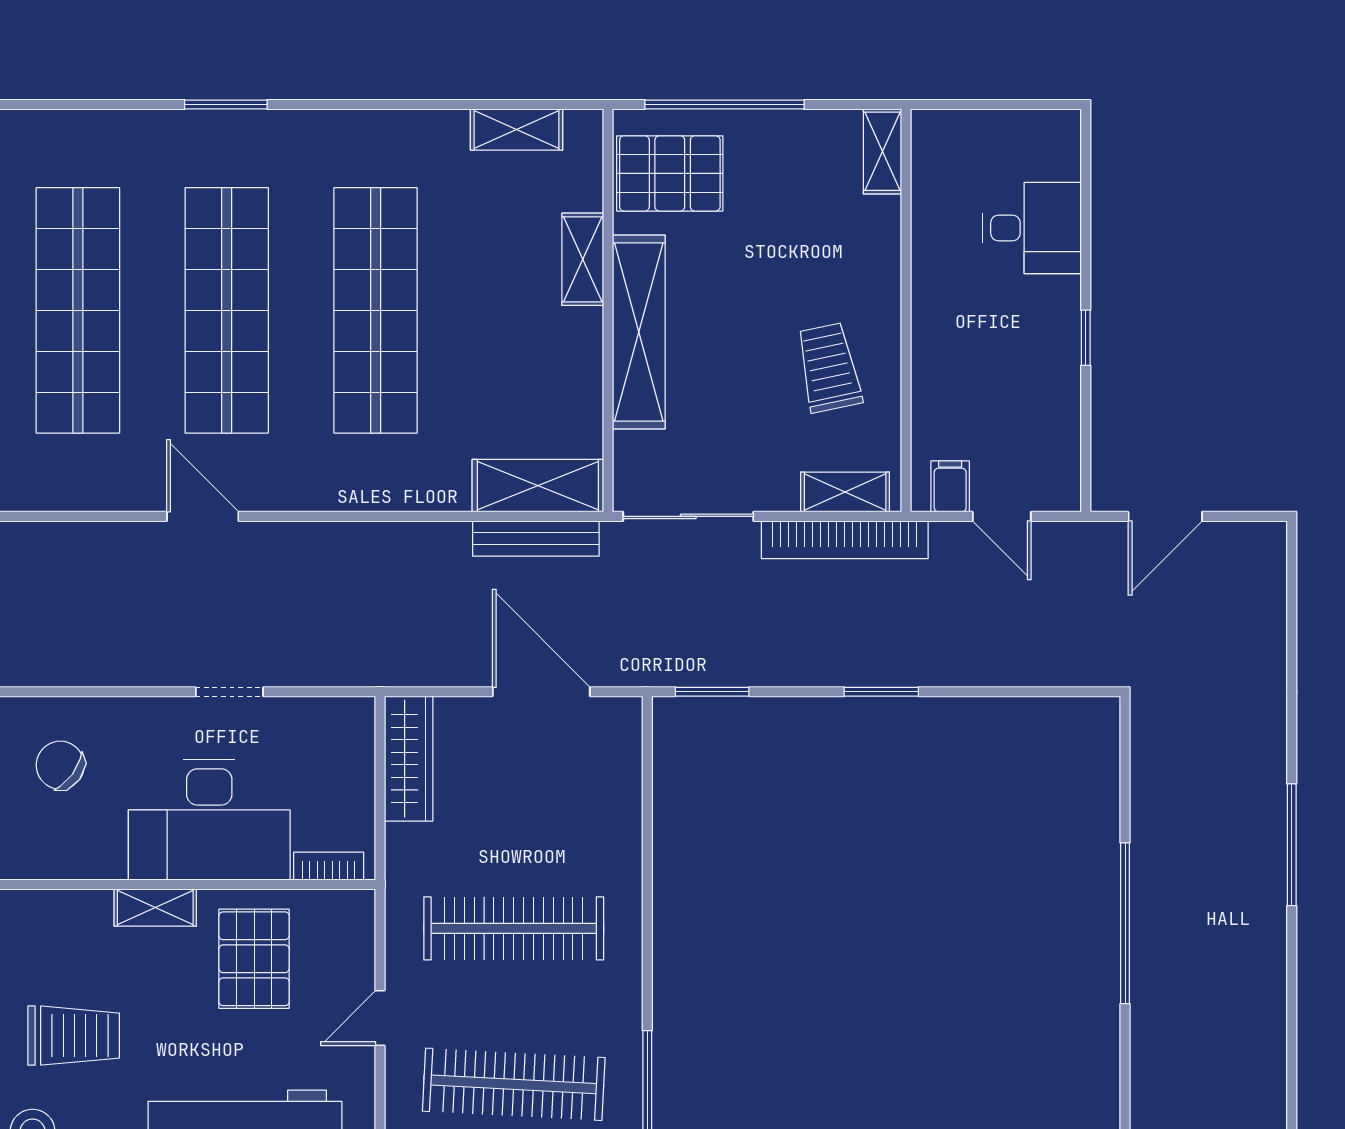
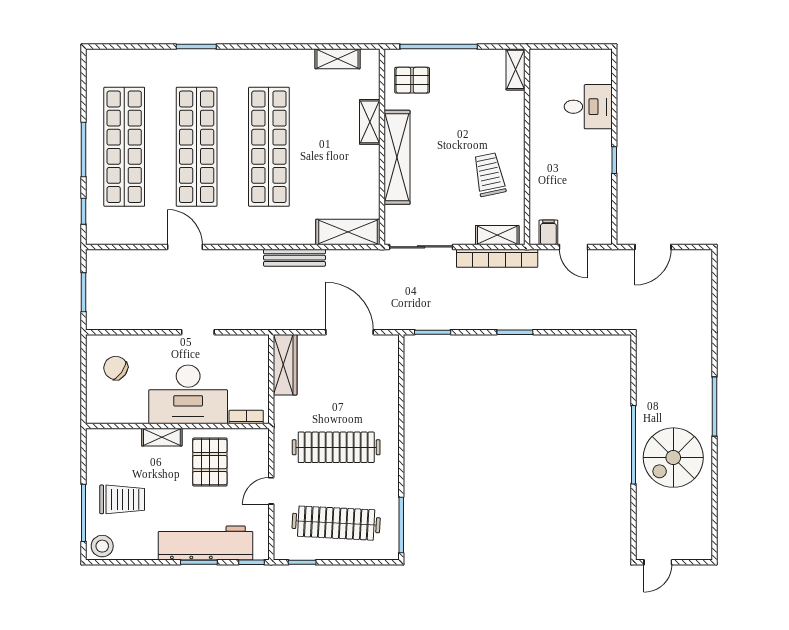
pallet: (670, 173) -> (412, 80), width x0.67, depth x0.71
bench: (536, 538) -> (295, 258), moved
spiral stairs: (1207, 950) -> (673, 458), added

